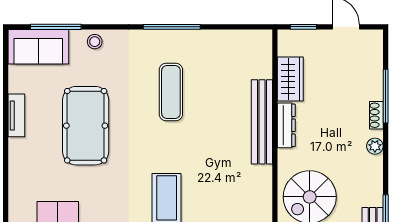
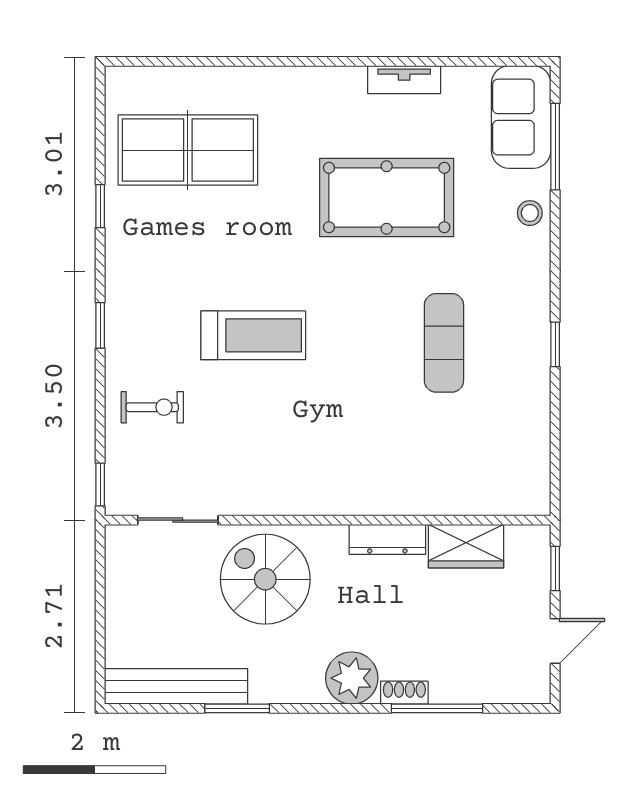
window: (172, 27) -> (555, 344), width x0.46
exercise mat: (171, 92) -> (444, 343), turned 90
bench: (262, 122) -> (393, 498), removed
plant: (375, 146) -> (352, 678), width x1.88, depth x1.88

